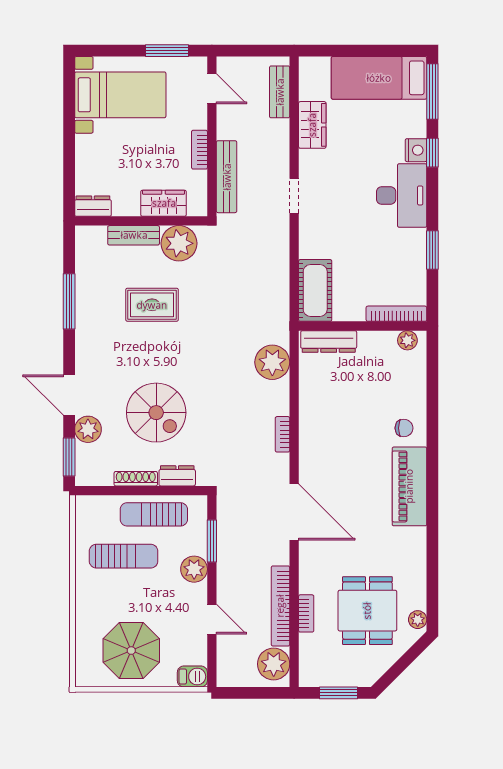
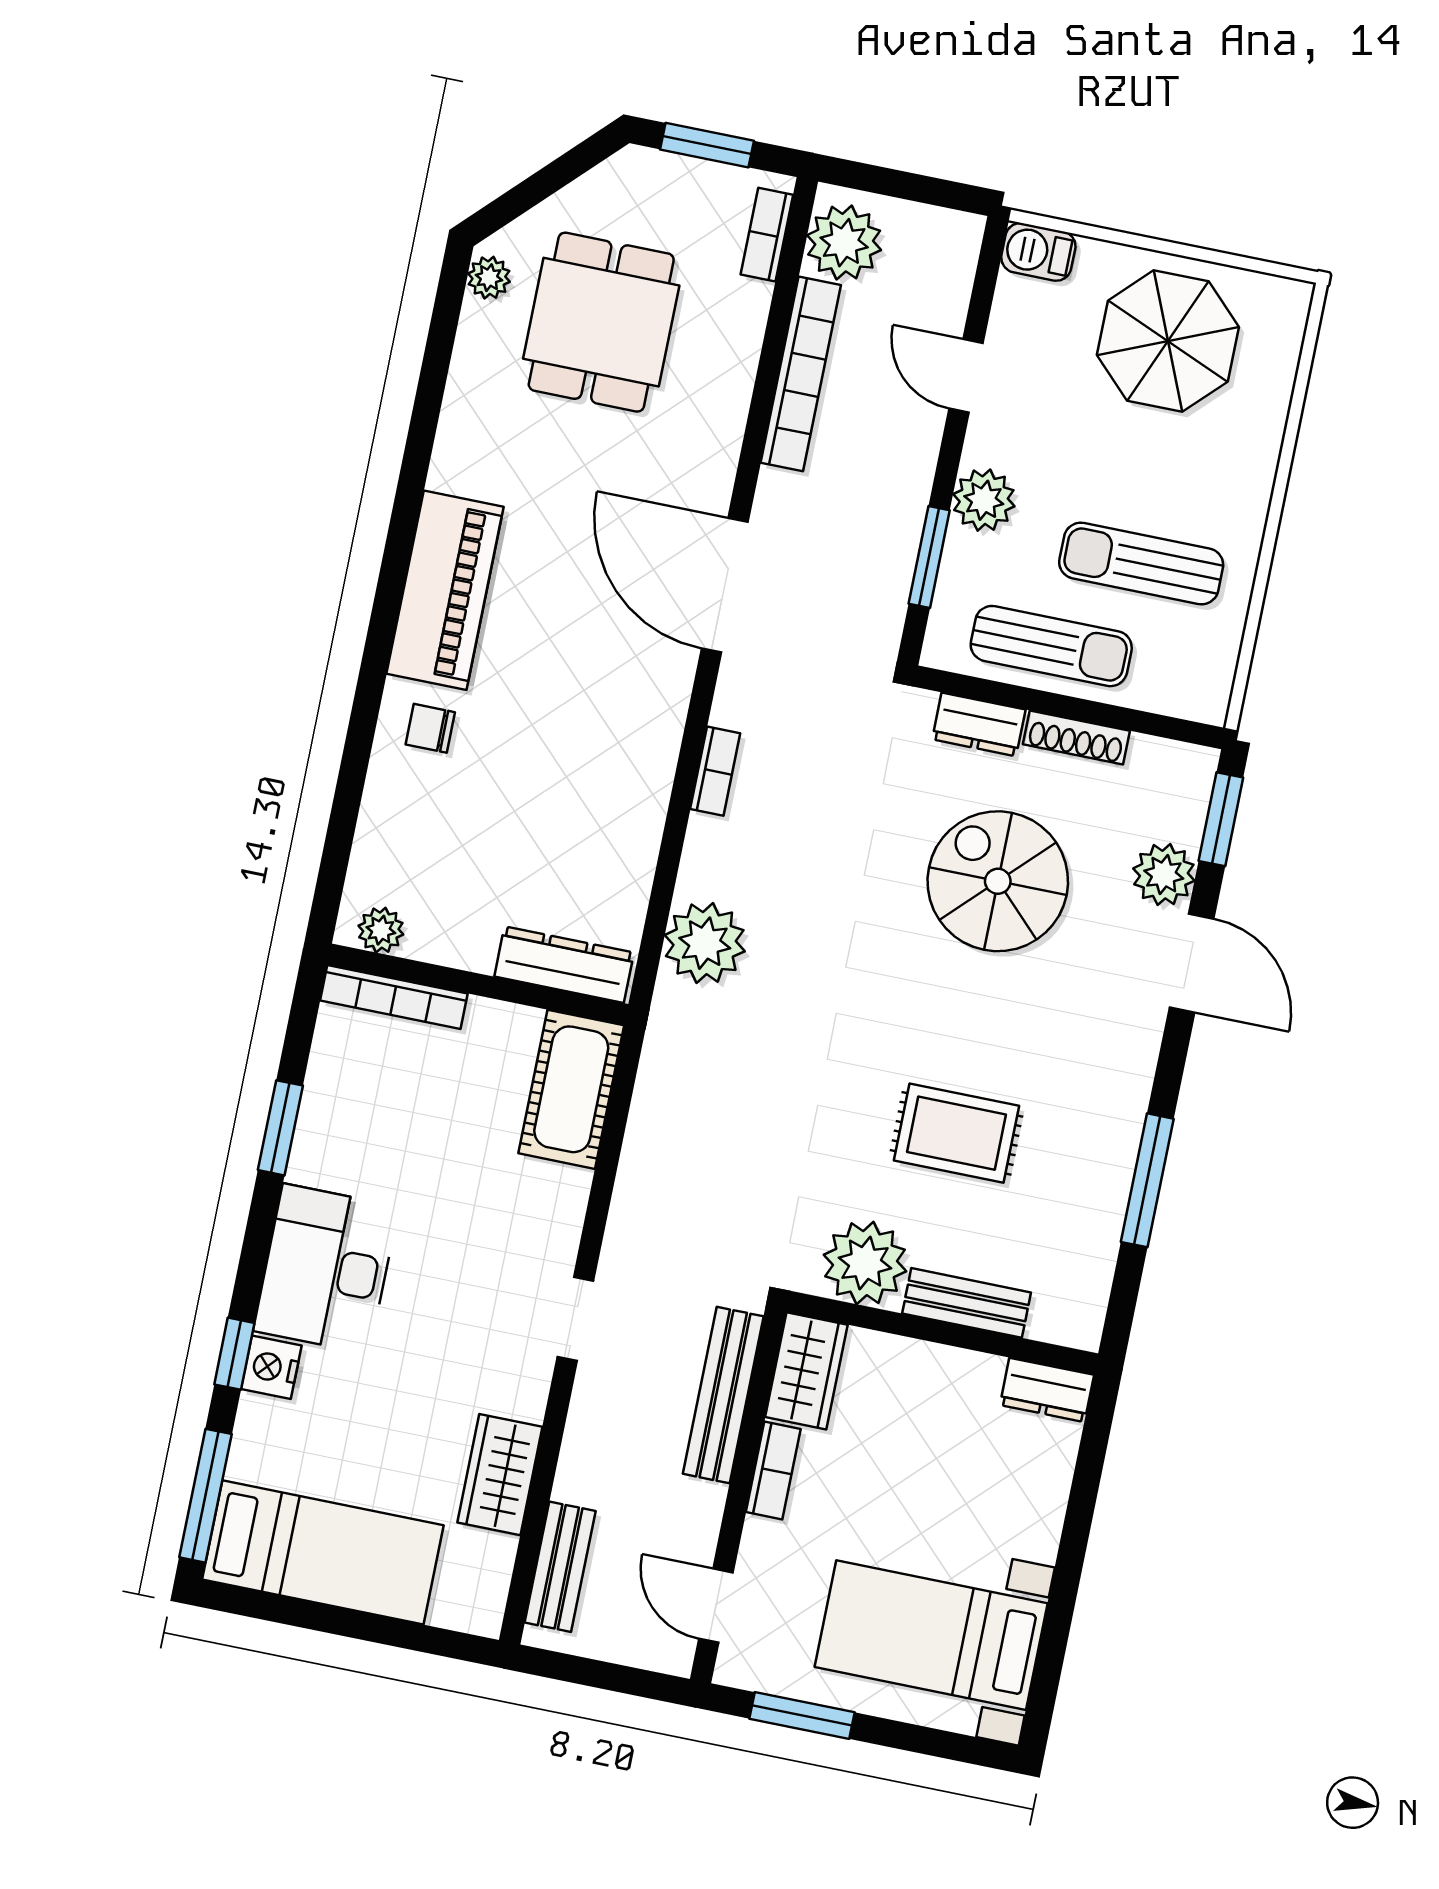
wardrobe: (164, 203) -> (806, 1371), moved, turned -90
bookcase: (306, 613) -> (767, 235), moved

